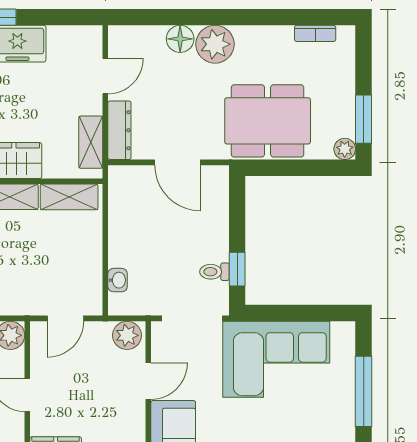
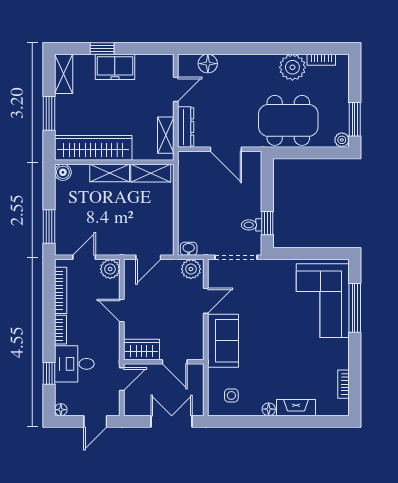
floor lamp: (180, 39) -> (208, 64), moved
plant: (215, 44) -> (292, 67), moved
washbasin: (118, 280) -> (189, 249), moved, turned -90
corner sofa: (276, 359) -> (323, 301), moved, turned 90

